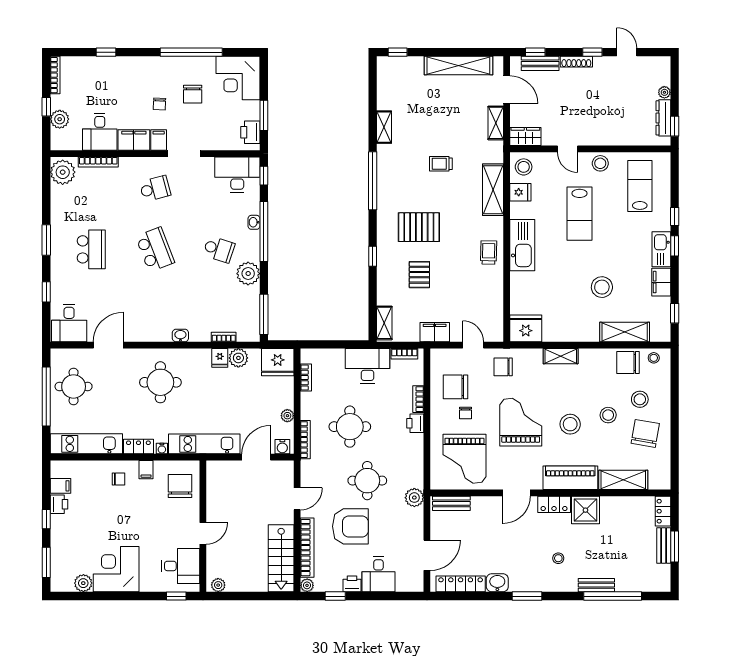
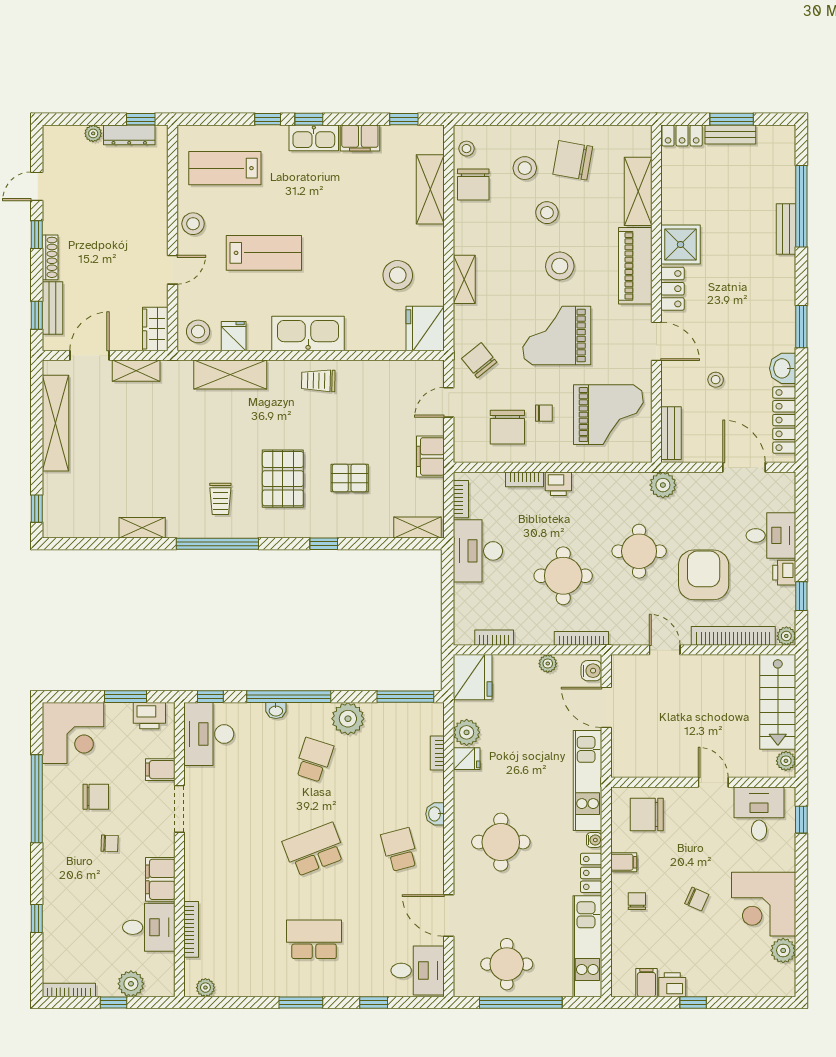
filing cabinet: (159, 140) -> (160, 770), moved
trolley: (441, 164) -> (220, 499), moved
plant: (63, 172) -> (205, 988), width x0.53, depth x0.53
school desk: (155, 189) -> (400, 850), moved
stool: (602, 287) -> (398, 275), moved
chair: (503, 367) -> (479, 360), turned 141
chair: (120, 522) -> (697, 899), added
stairs: (281, 558) -> (778, 702), moved, turned 90
stool: (558, 558) -> (716, 380), moved
window: (46, 562) -> (754, 1003), removed

